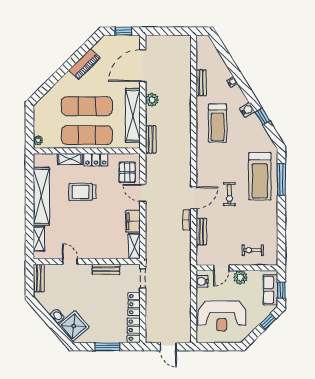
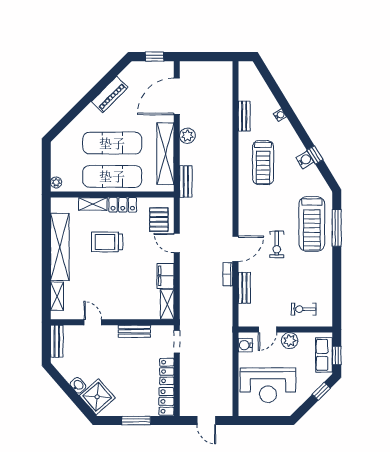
water cooler: (247, 110) -> (305, 160), moved

